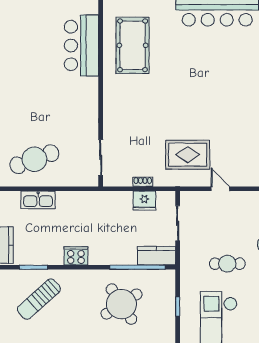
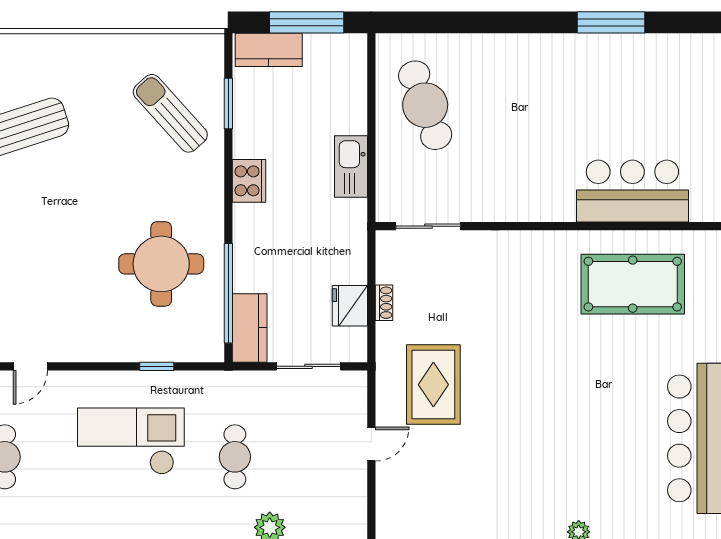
kitchen sink: (38, 200) -> (351, 167), moved
round table: (121, 304) -> (161, 264), turned 33

